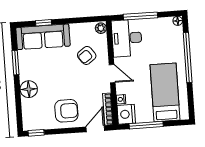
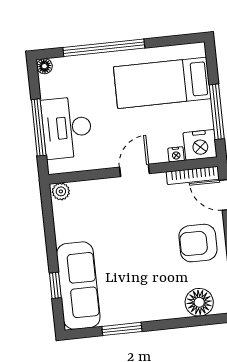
desk: (127, 38) -> (67, 128), moved, turned 90
armchair: (87, 55) -> (106, 213), removed
floor lamp: (29, 89) -> (199, 302), moved
armchair: (66, 111) -> (198, 243), turned -90

